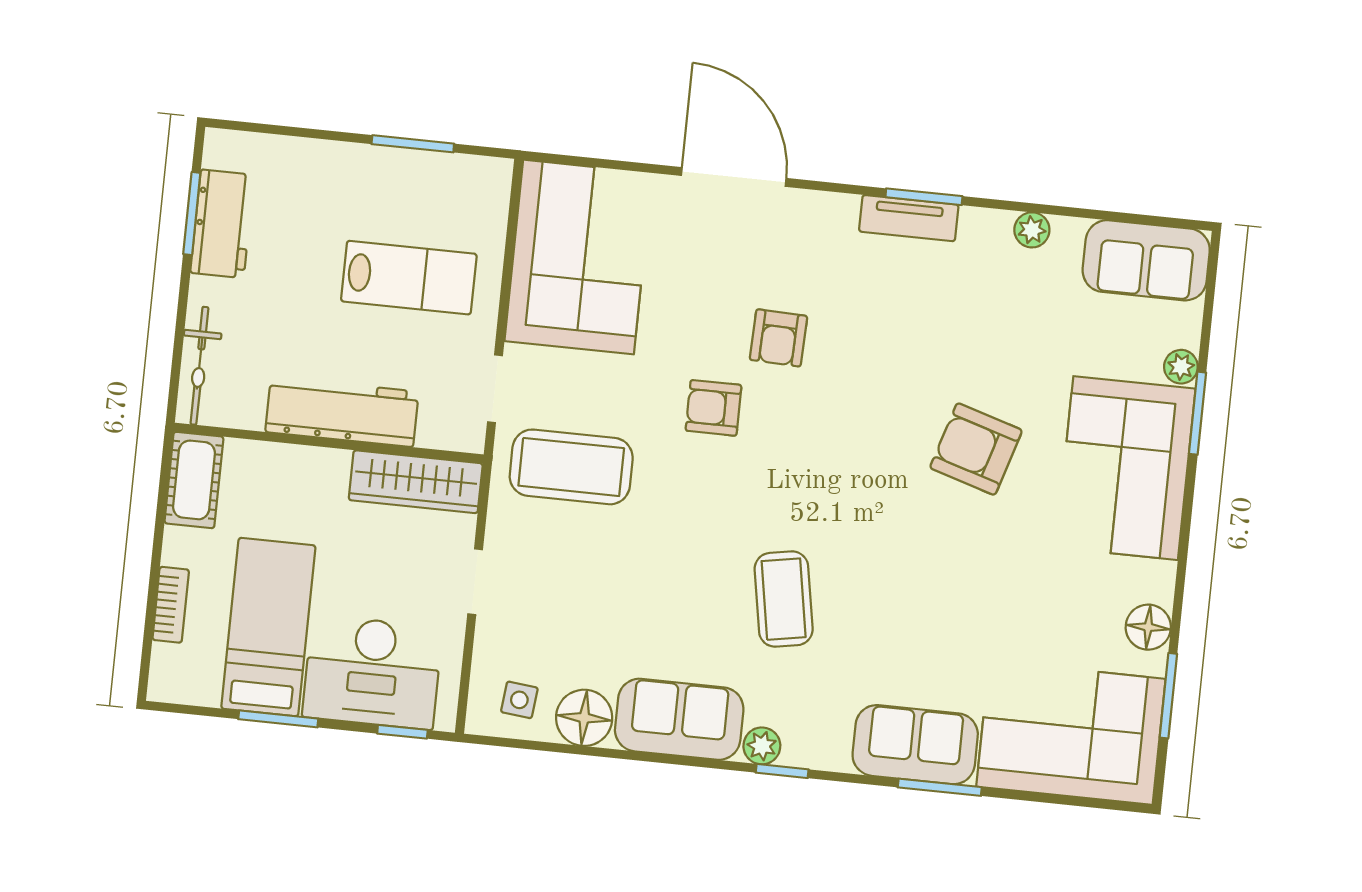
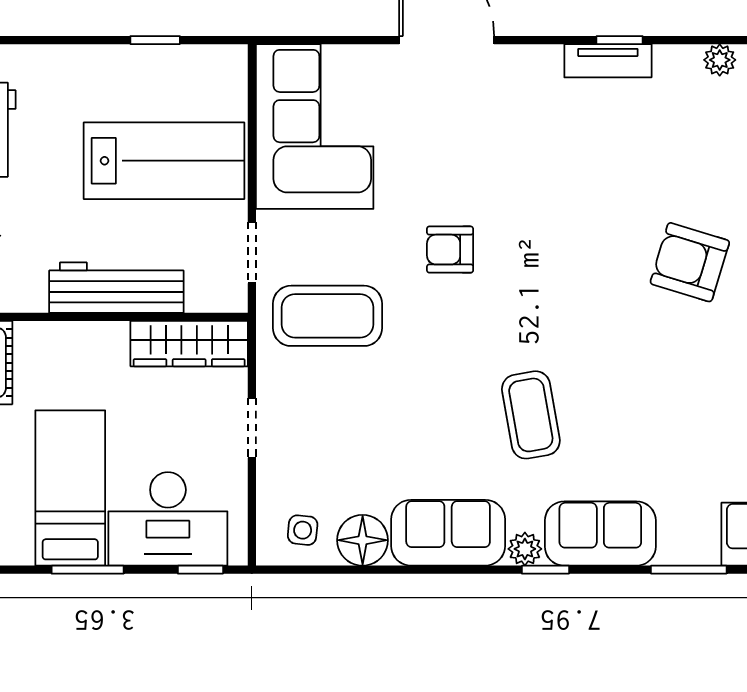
window: (413, 144) -> (155, 40), width x0.67
window: (924, 197) -> (620, 40), width x0.67
lab bench: (409, 278) -> (164, 161), width x1.36, depth x1.39
armchair: (778, 338) -> (502, 181), removed
sofa: (915, 745) -> (600, 534), moved

